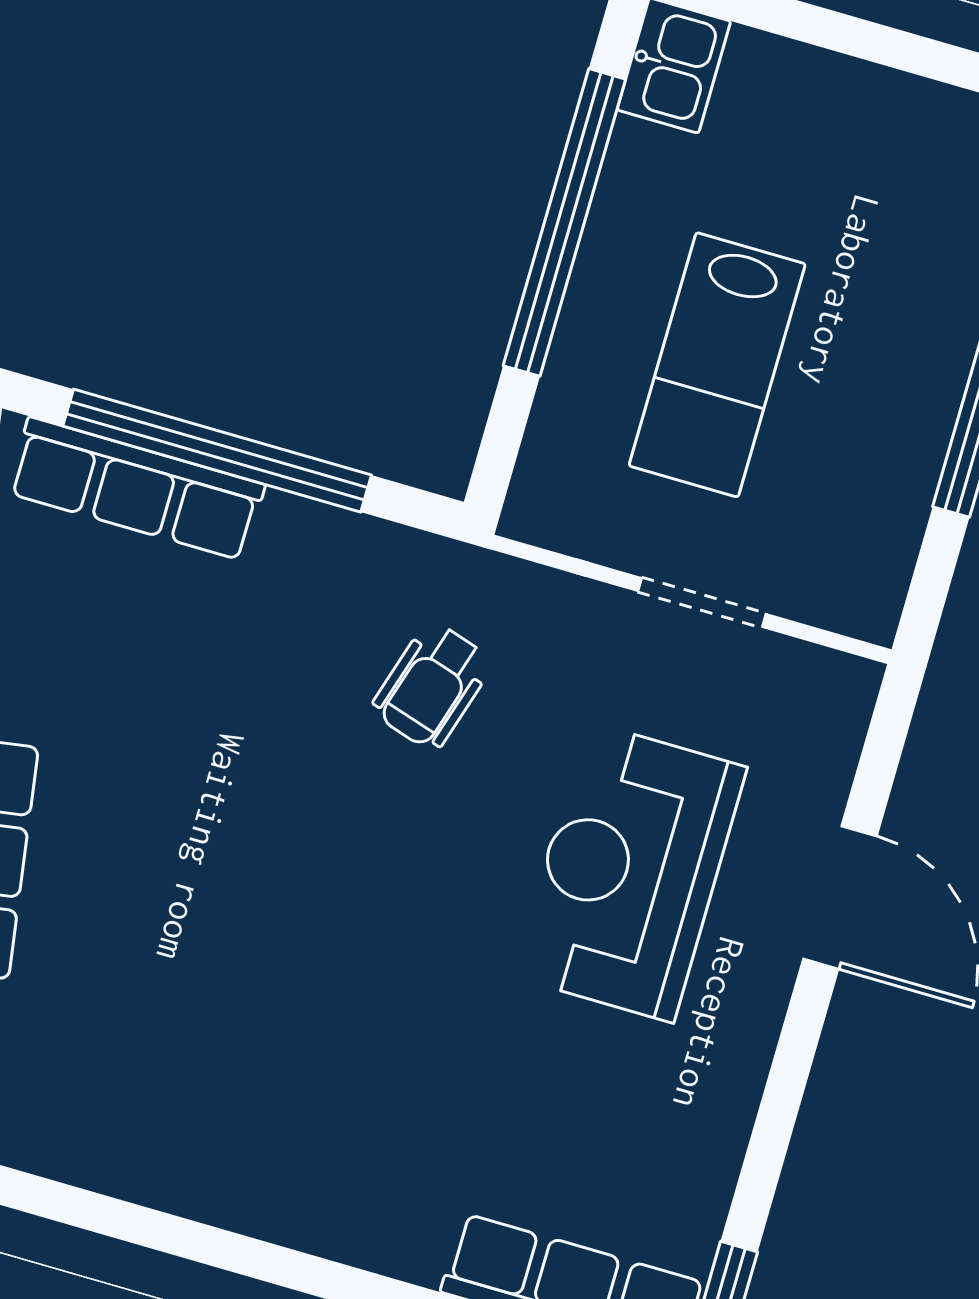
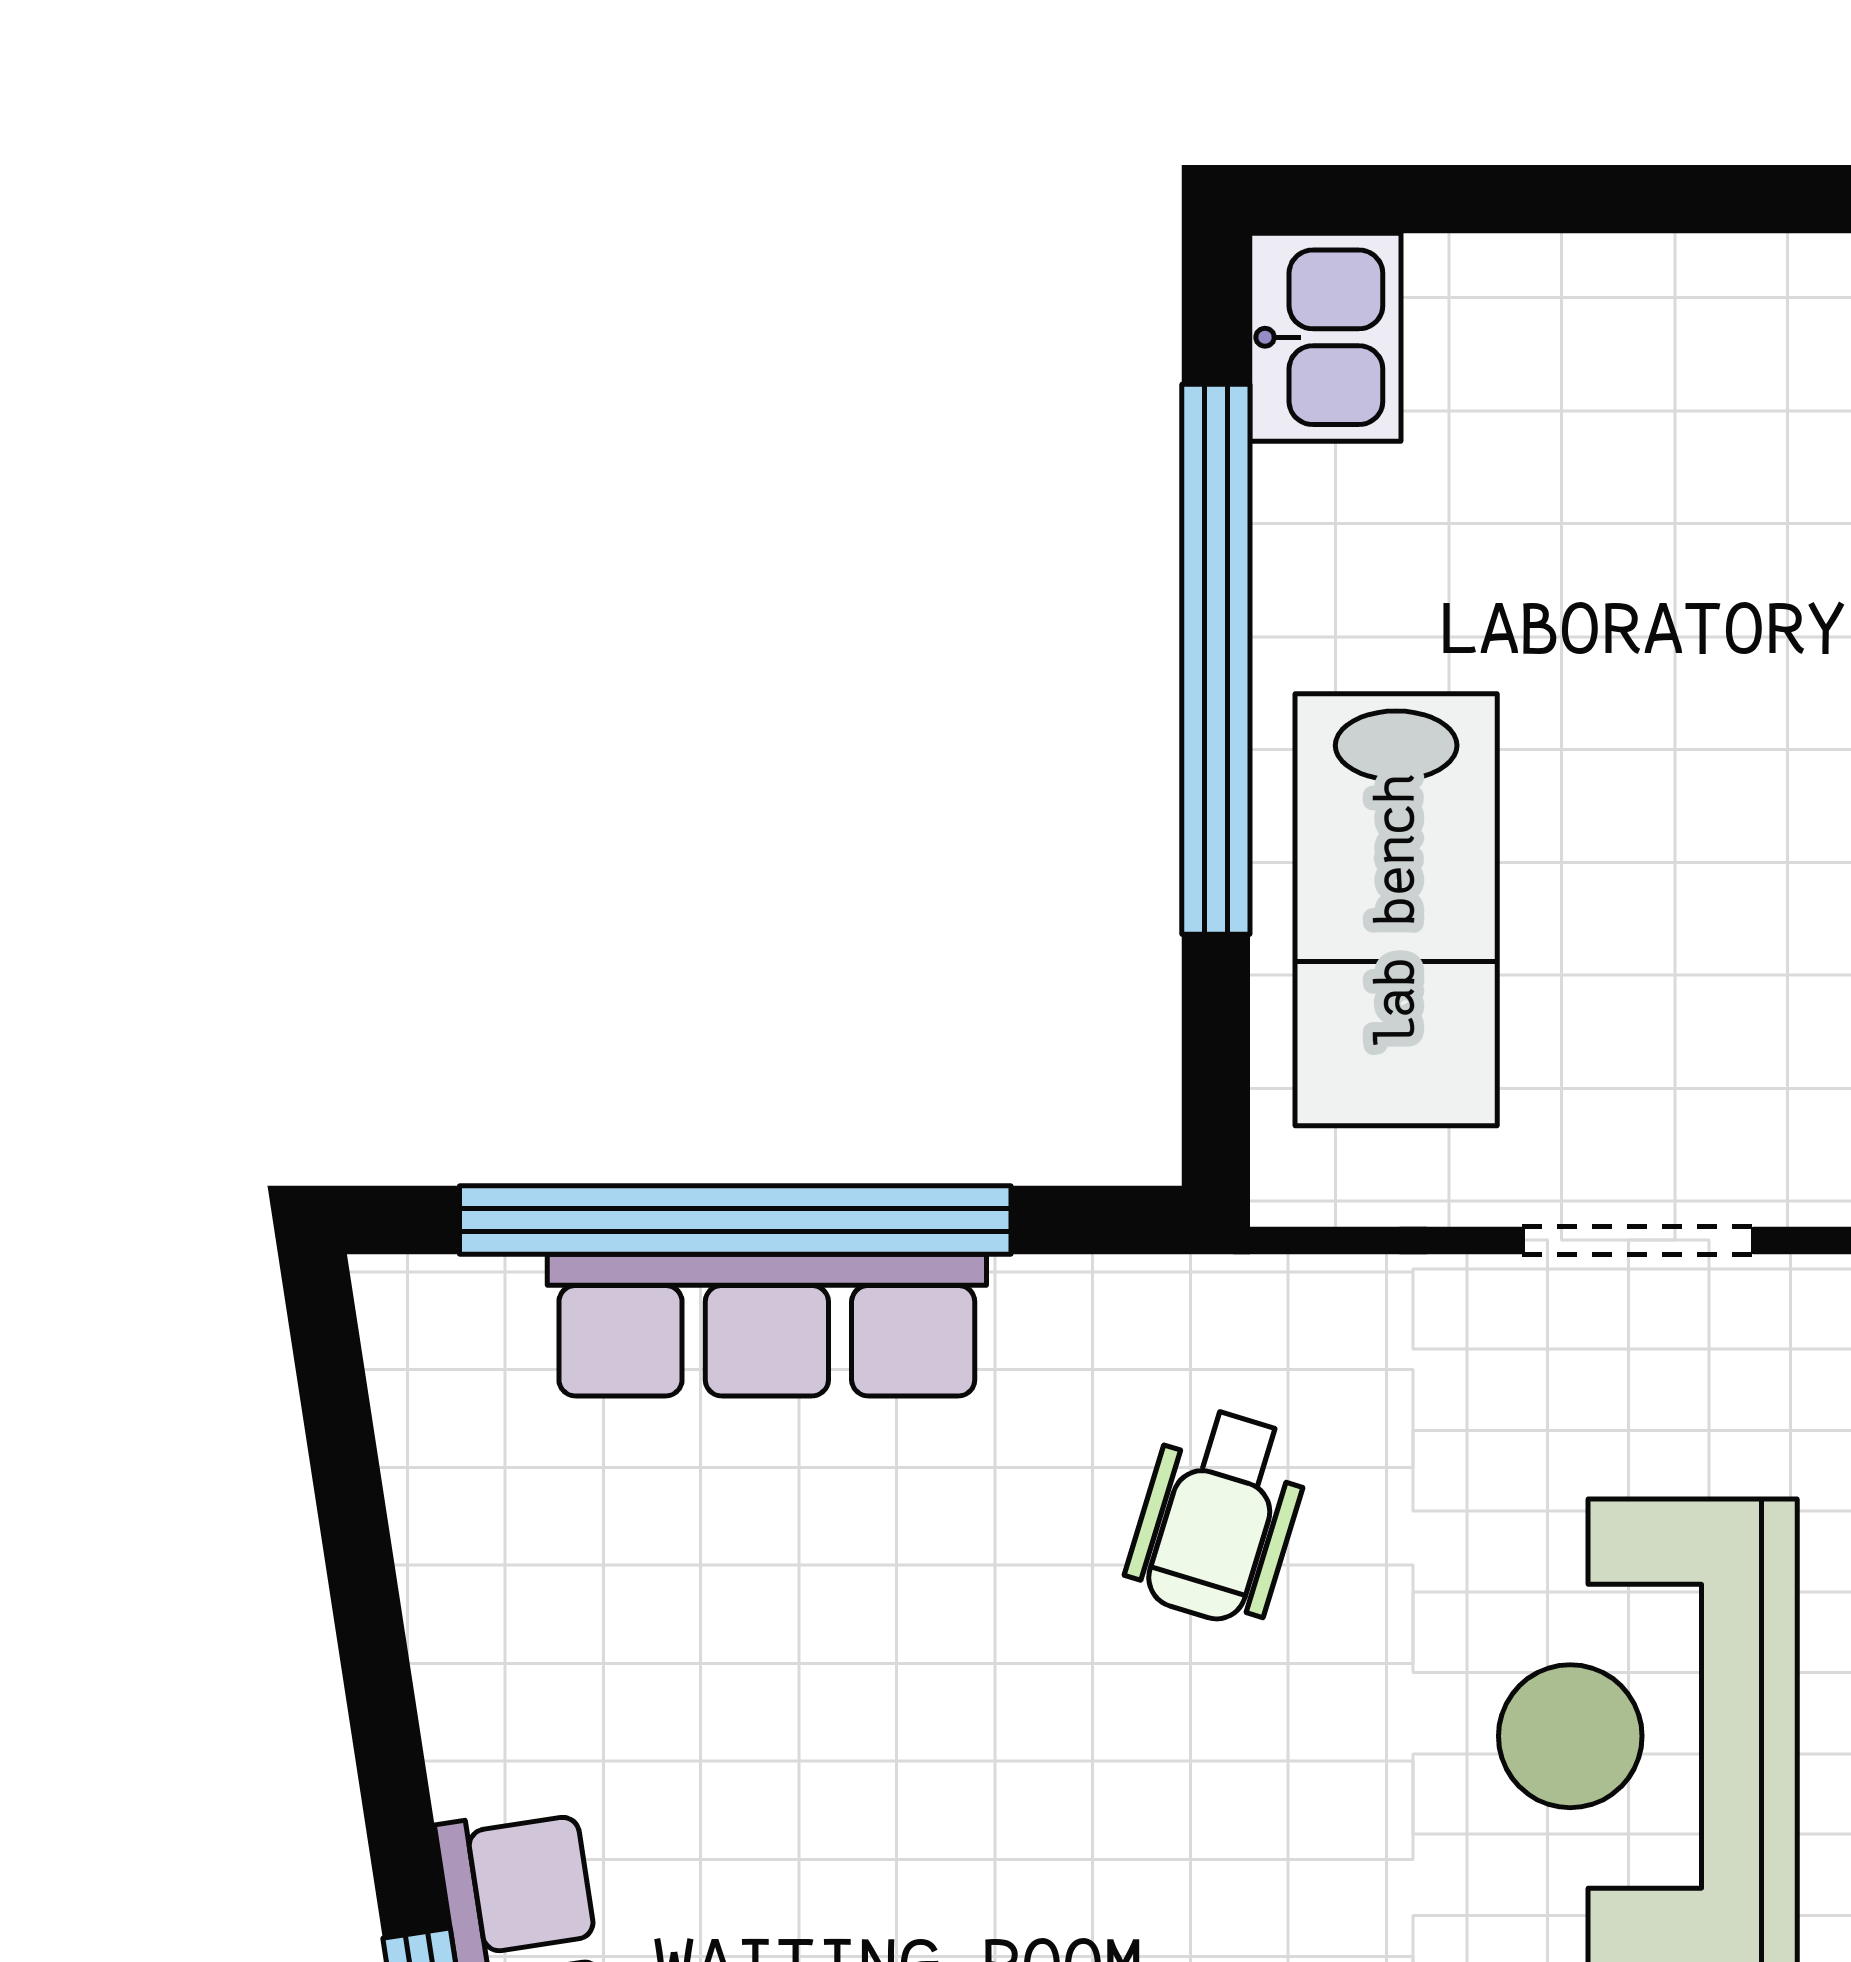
lab bench: (717, 365) -> (1396, 910), moved
row of seats: (136, 489) -> (767, 1325), moved

